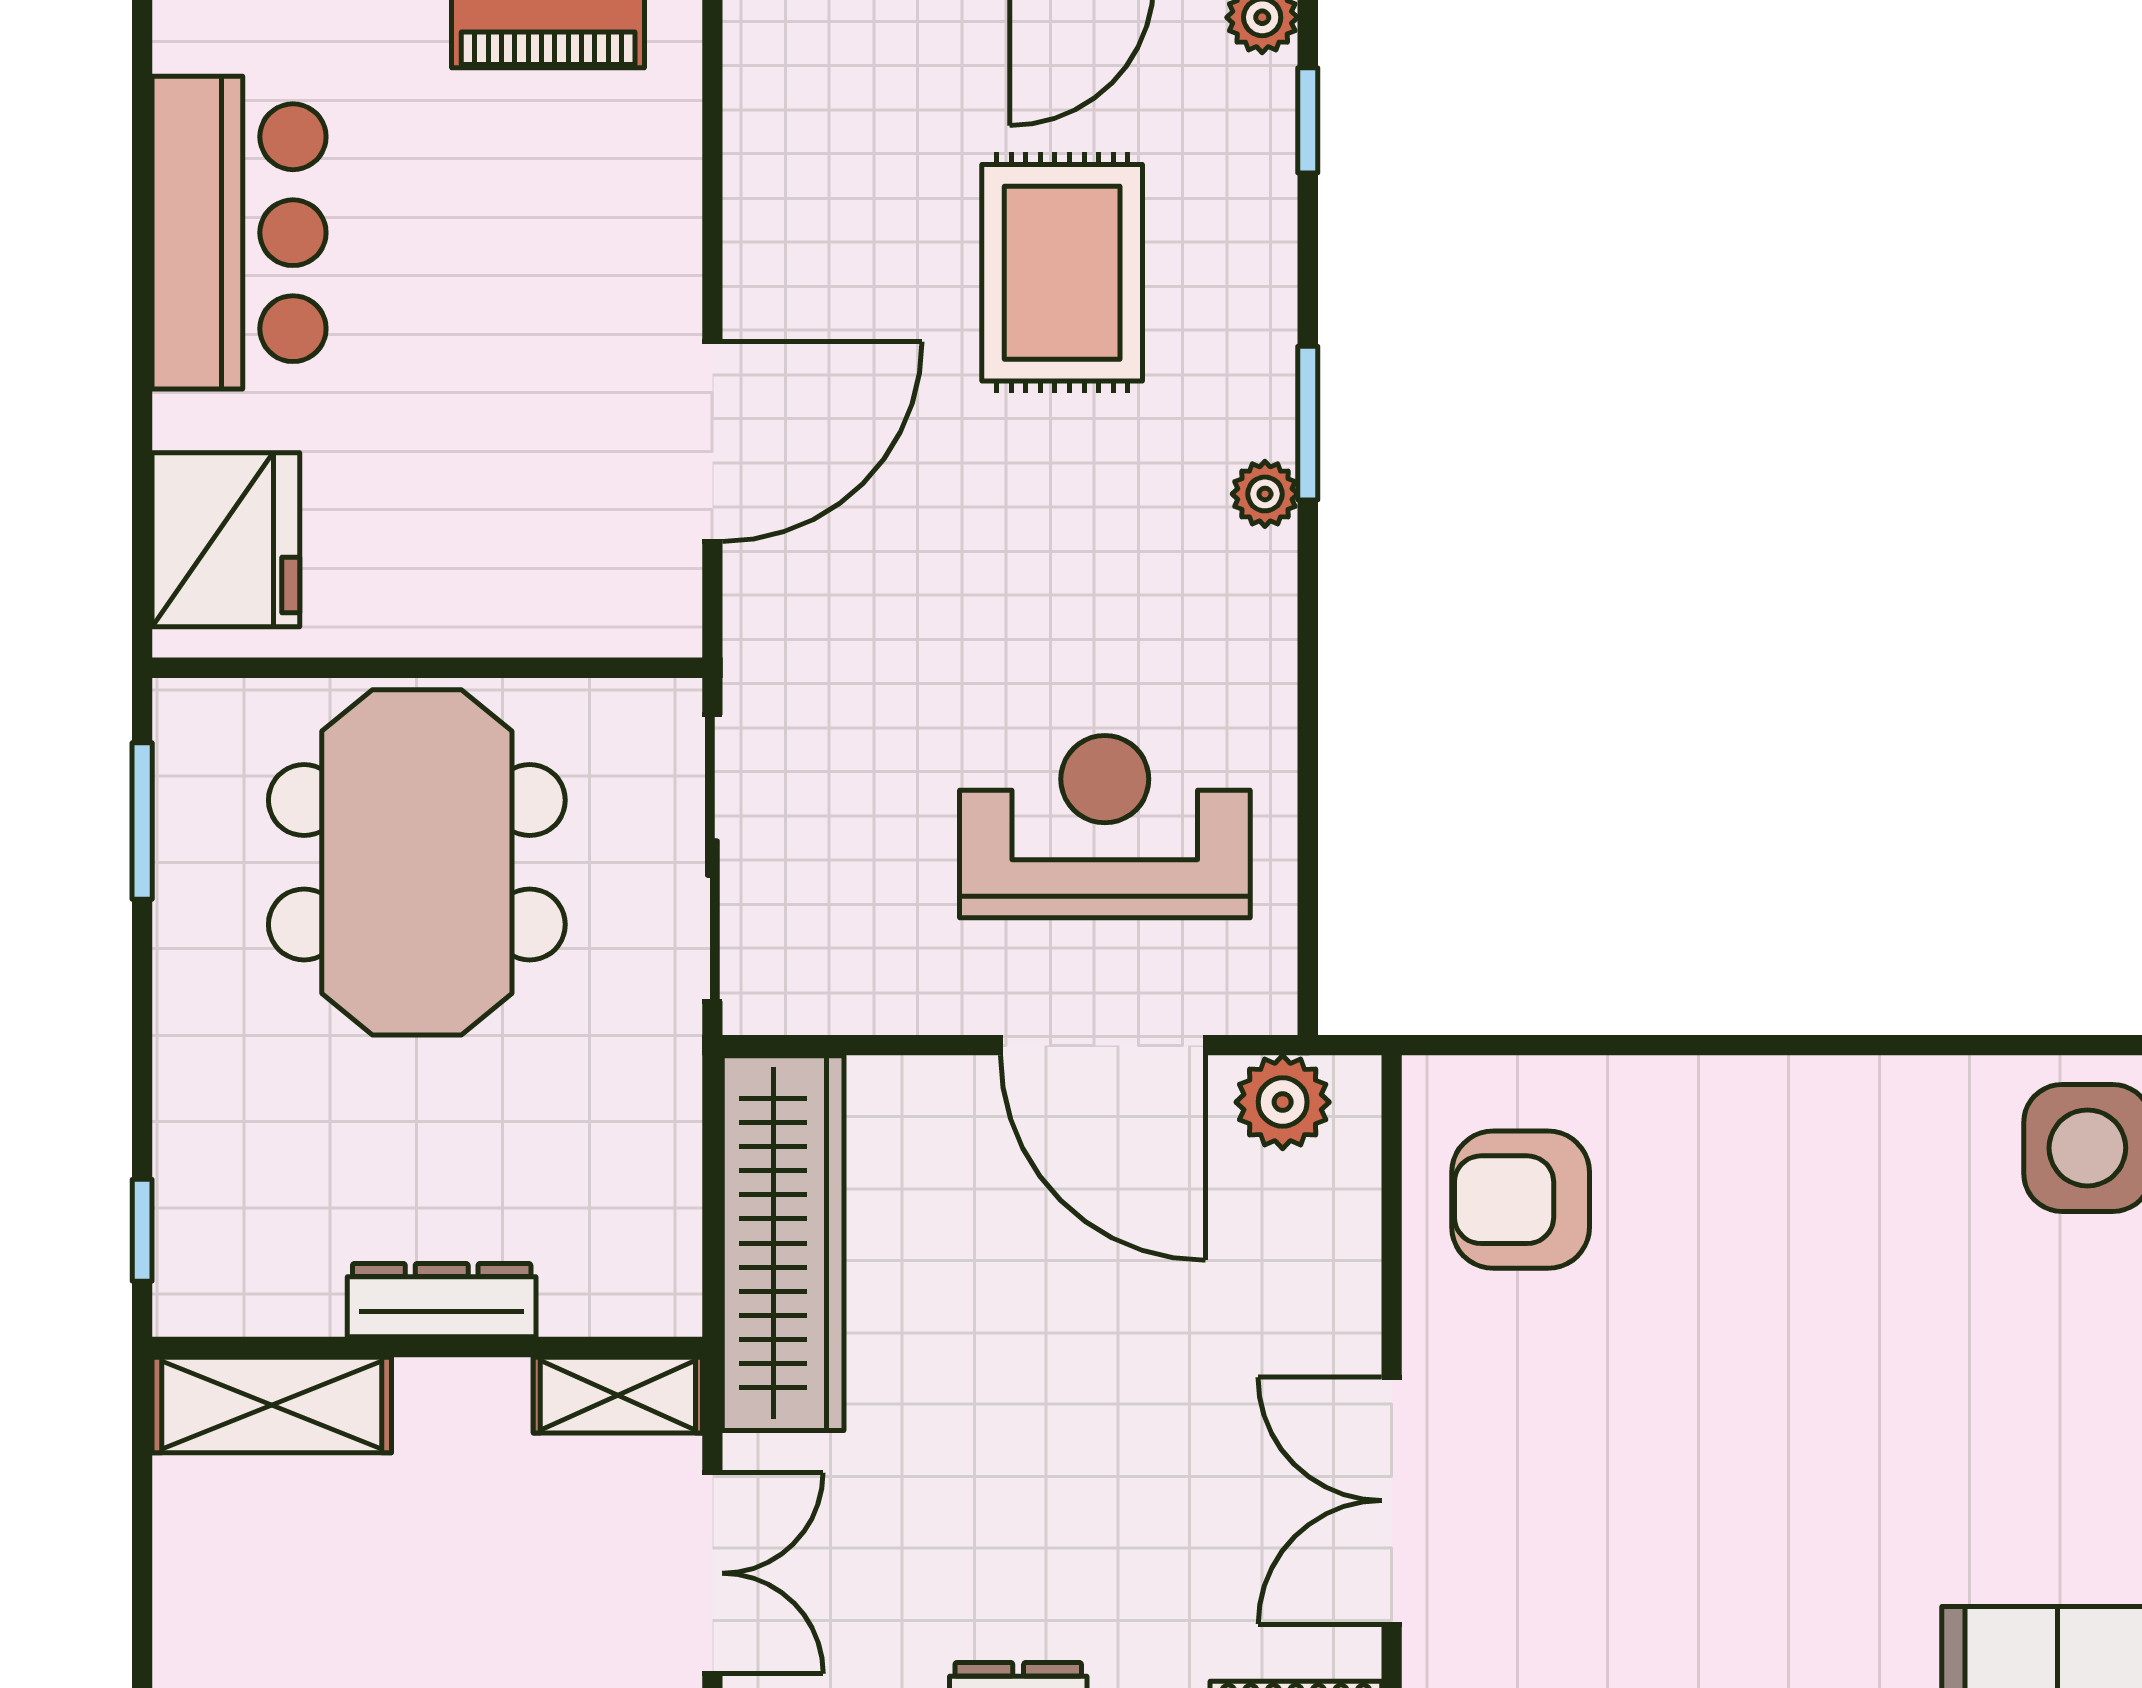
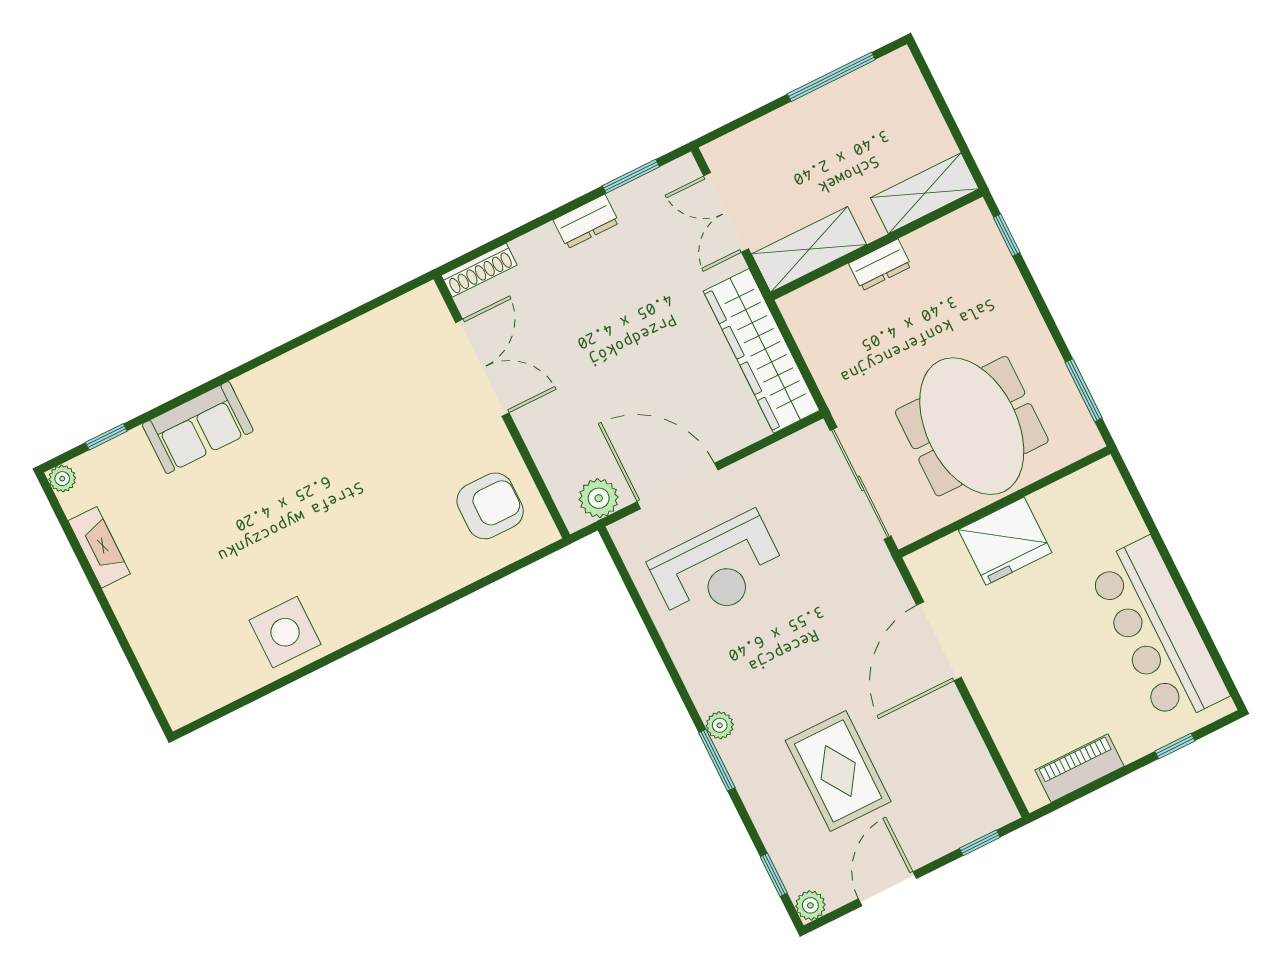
bar counter: (239, 233) -> (1158, 631), width x1.36
fridge: (226, 540) -> (1005, 541), moved, turned -90
dresser: (442, 1300) -> (880, 265), width x0.70
shelving: (618, 1395) -> (809, 249), width x1.50, depth x1.33

